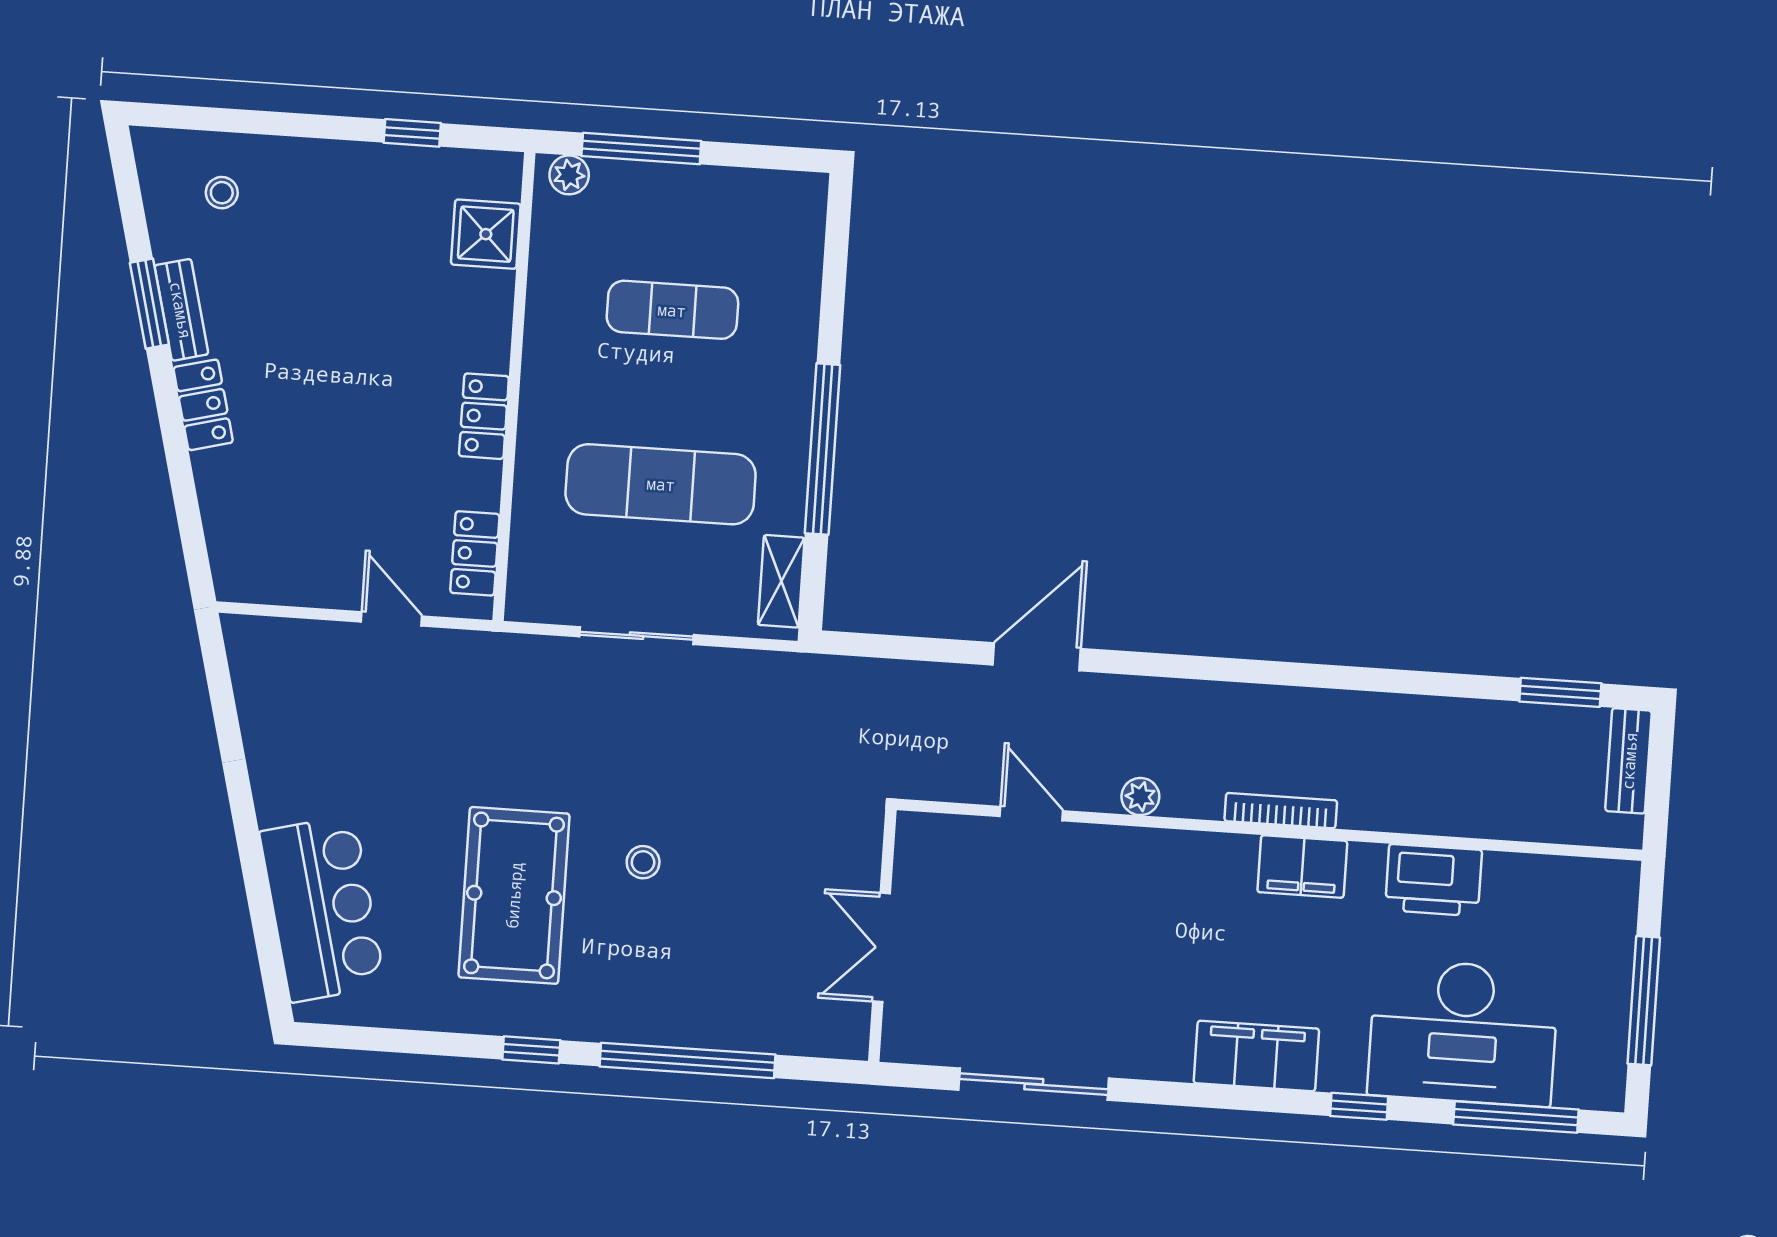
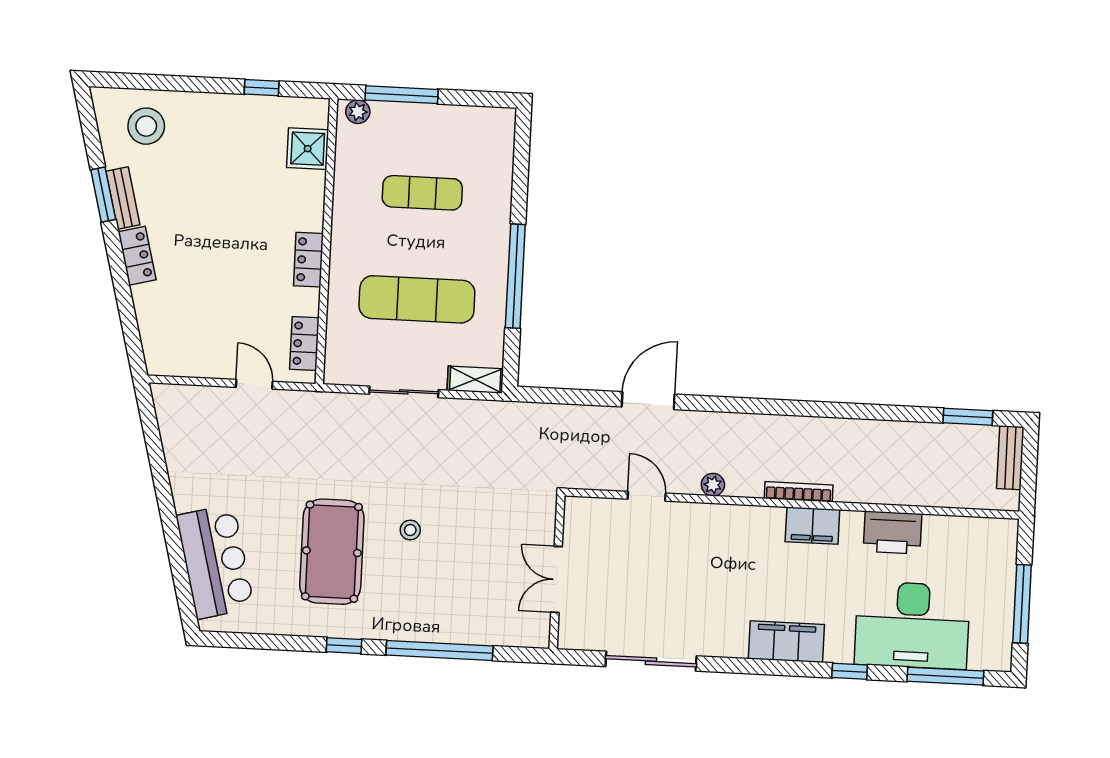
stool: (222, 193) -> (146, 126), width x1.89, depth x1.89
shelving: (781, 581) -> (475, 380), moved, turned 90

